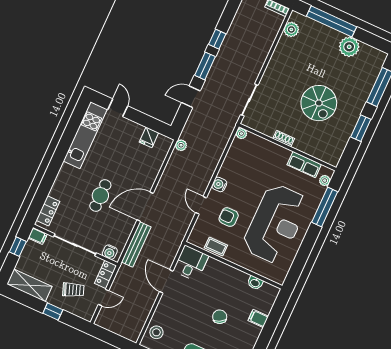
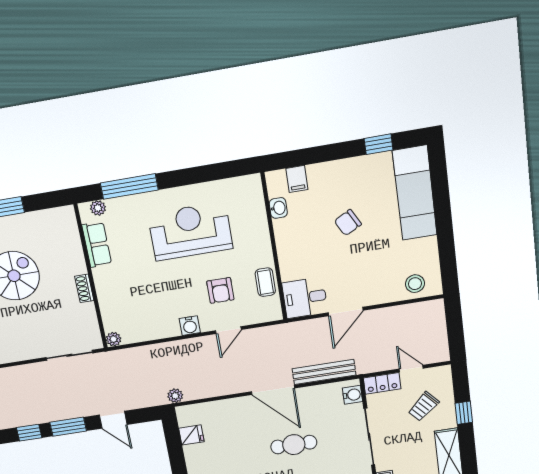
reception desk: (275, 224) -> (190, 231), width x0.74, depth x0.77
trolley: (73, 290) -> (423, 407), turned -111
filing cabinet: (258, 318) -> (297, 179), moved

